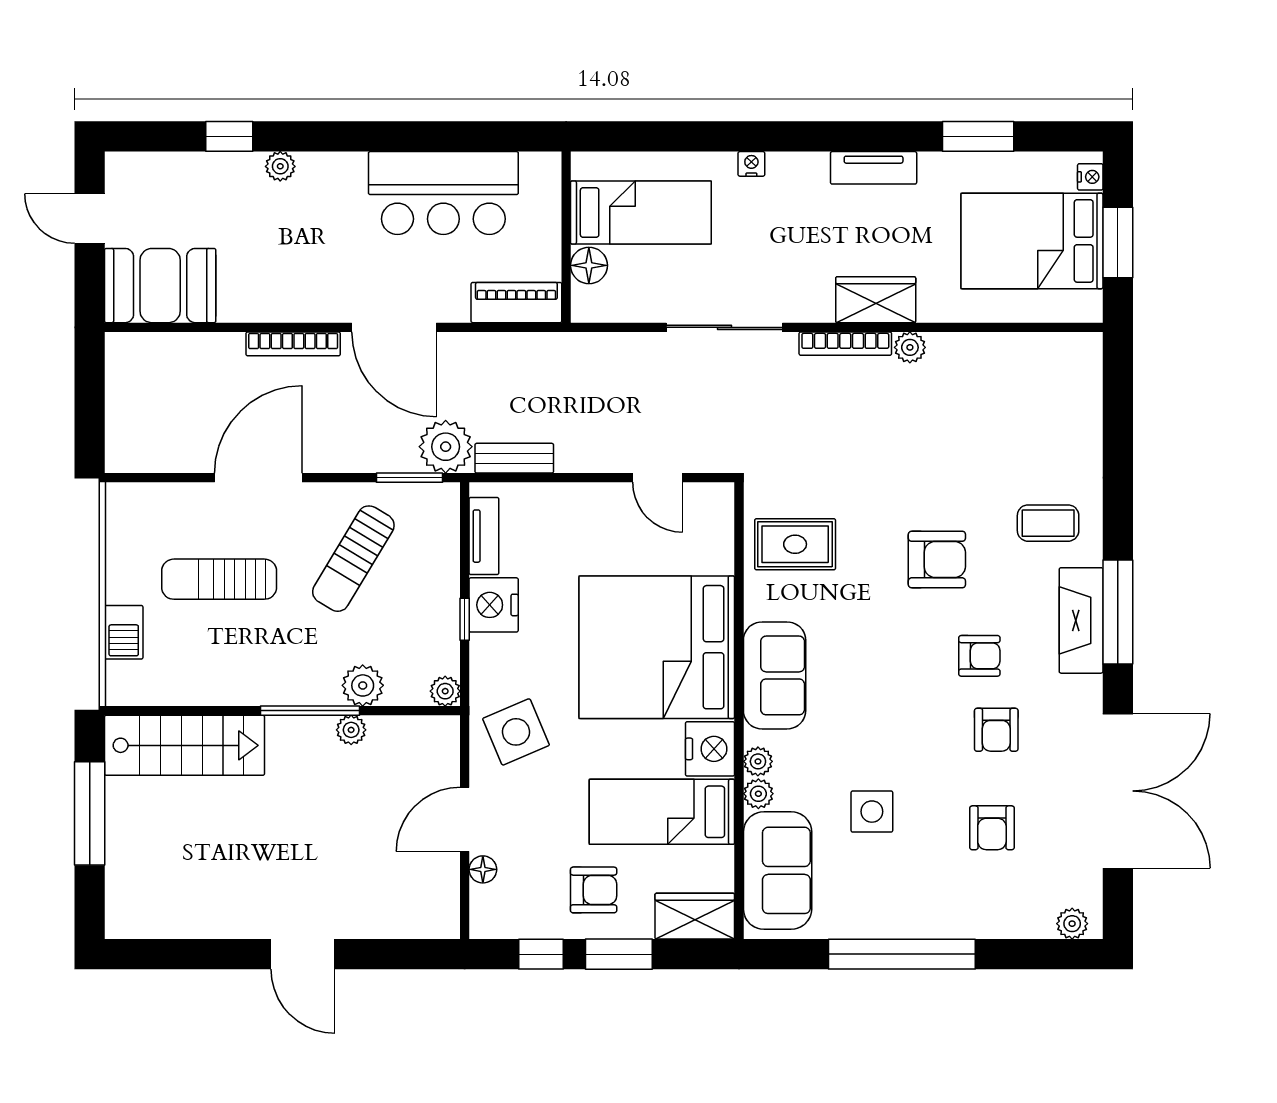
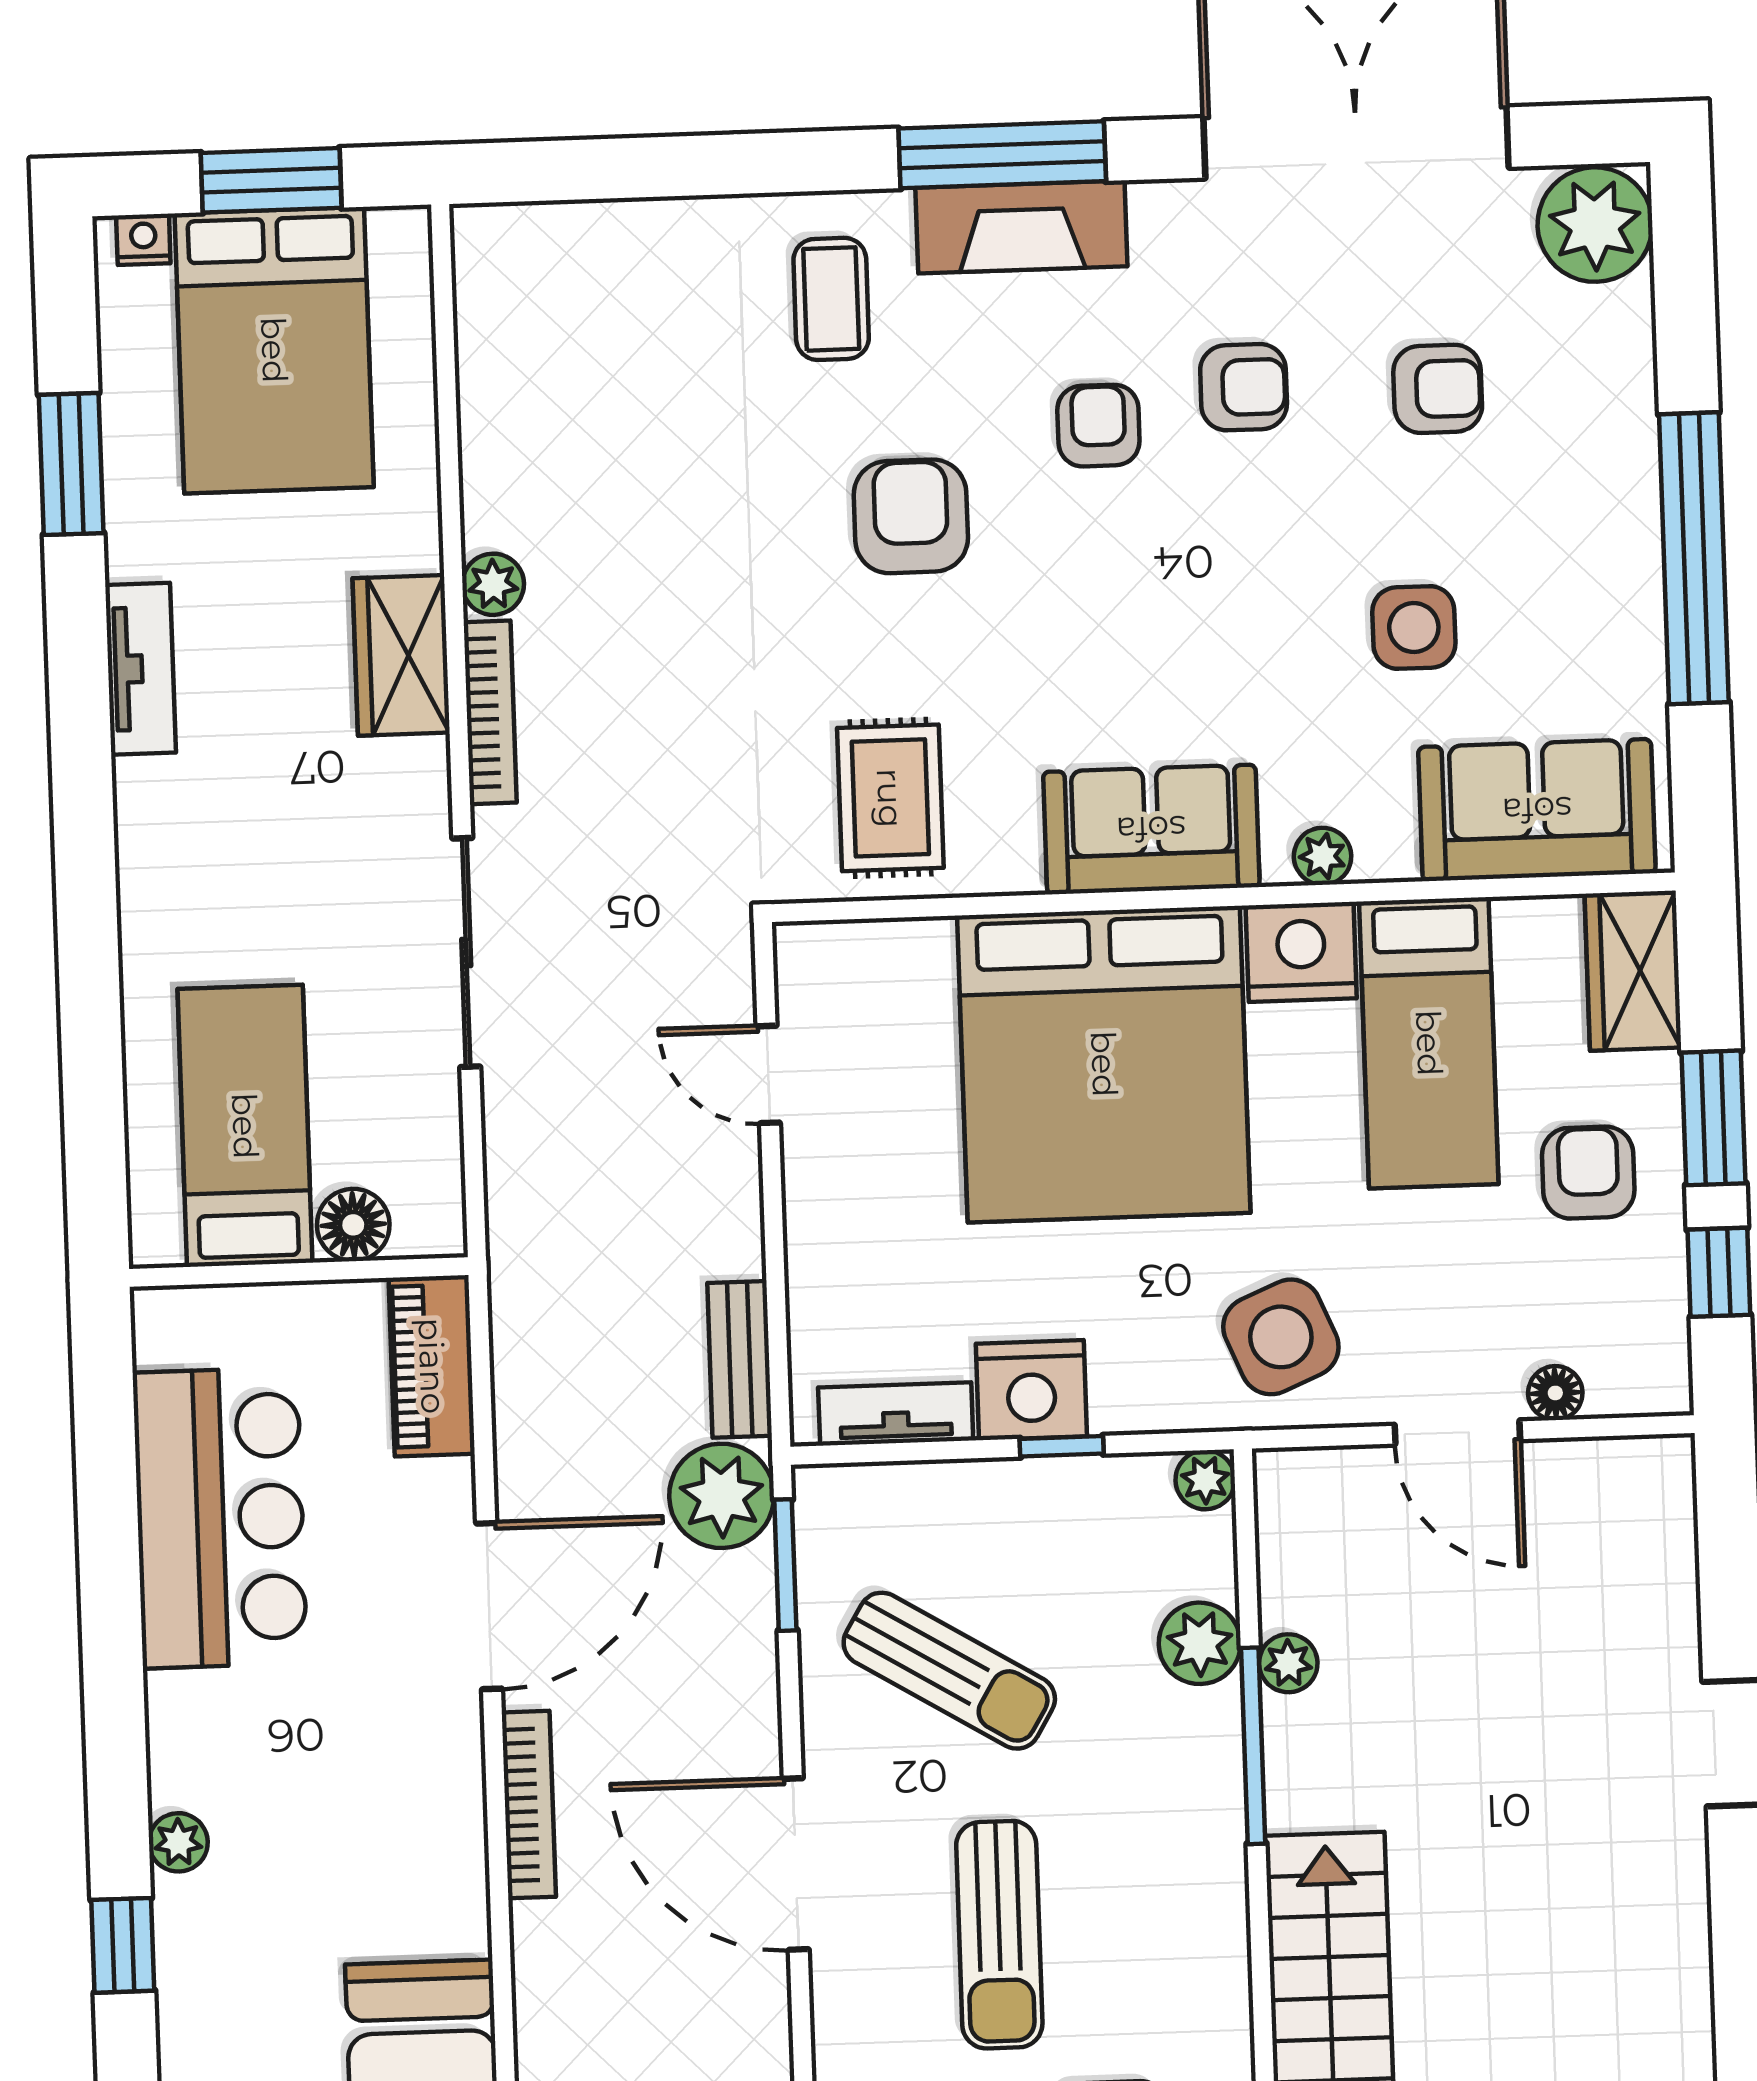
nightstand: (751, 164) -> (141, 911), removed
door: (658, 478) -> (768, 1074), swing flipped
plant: (758, 794) -> (1386, 853), removed
plant: (1072, 924) -> (1595, 225), width x1.88, depth x1.88

